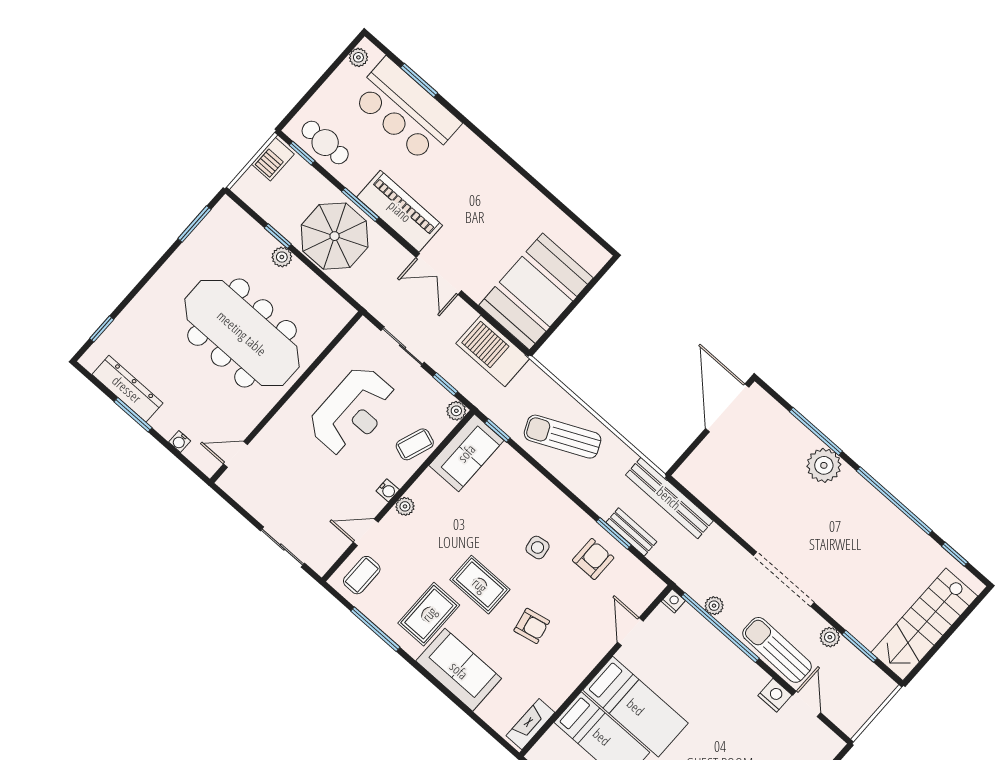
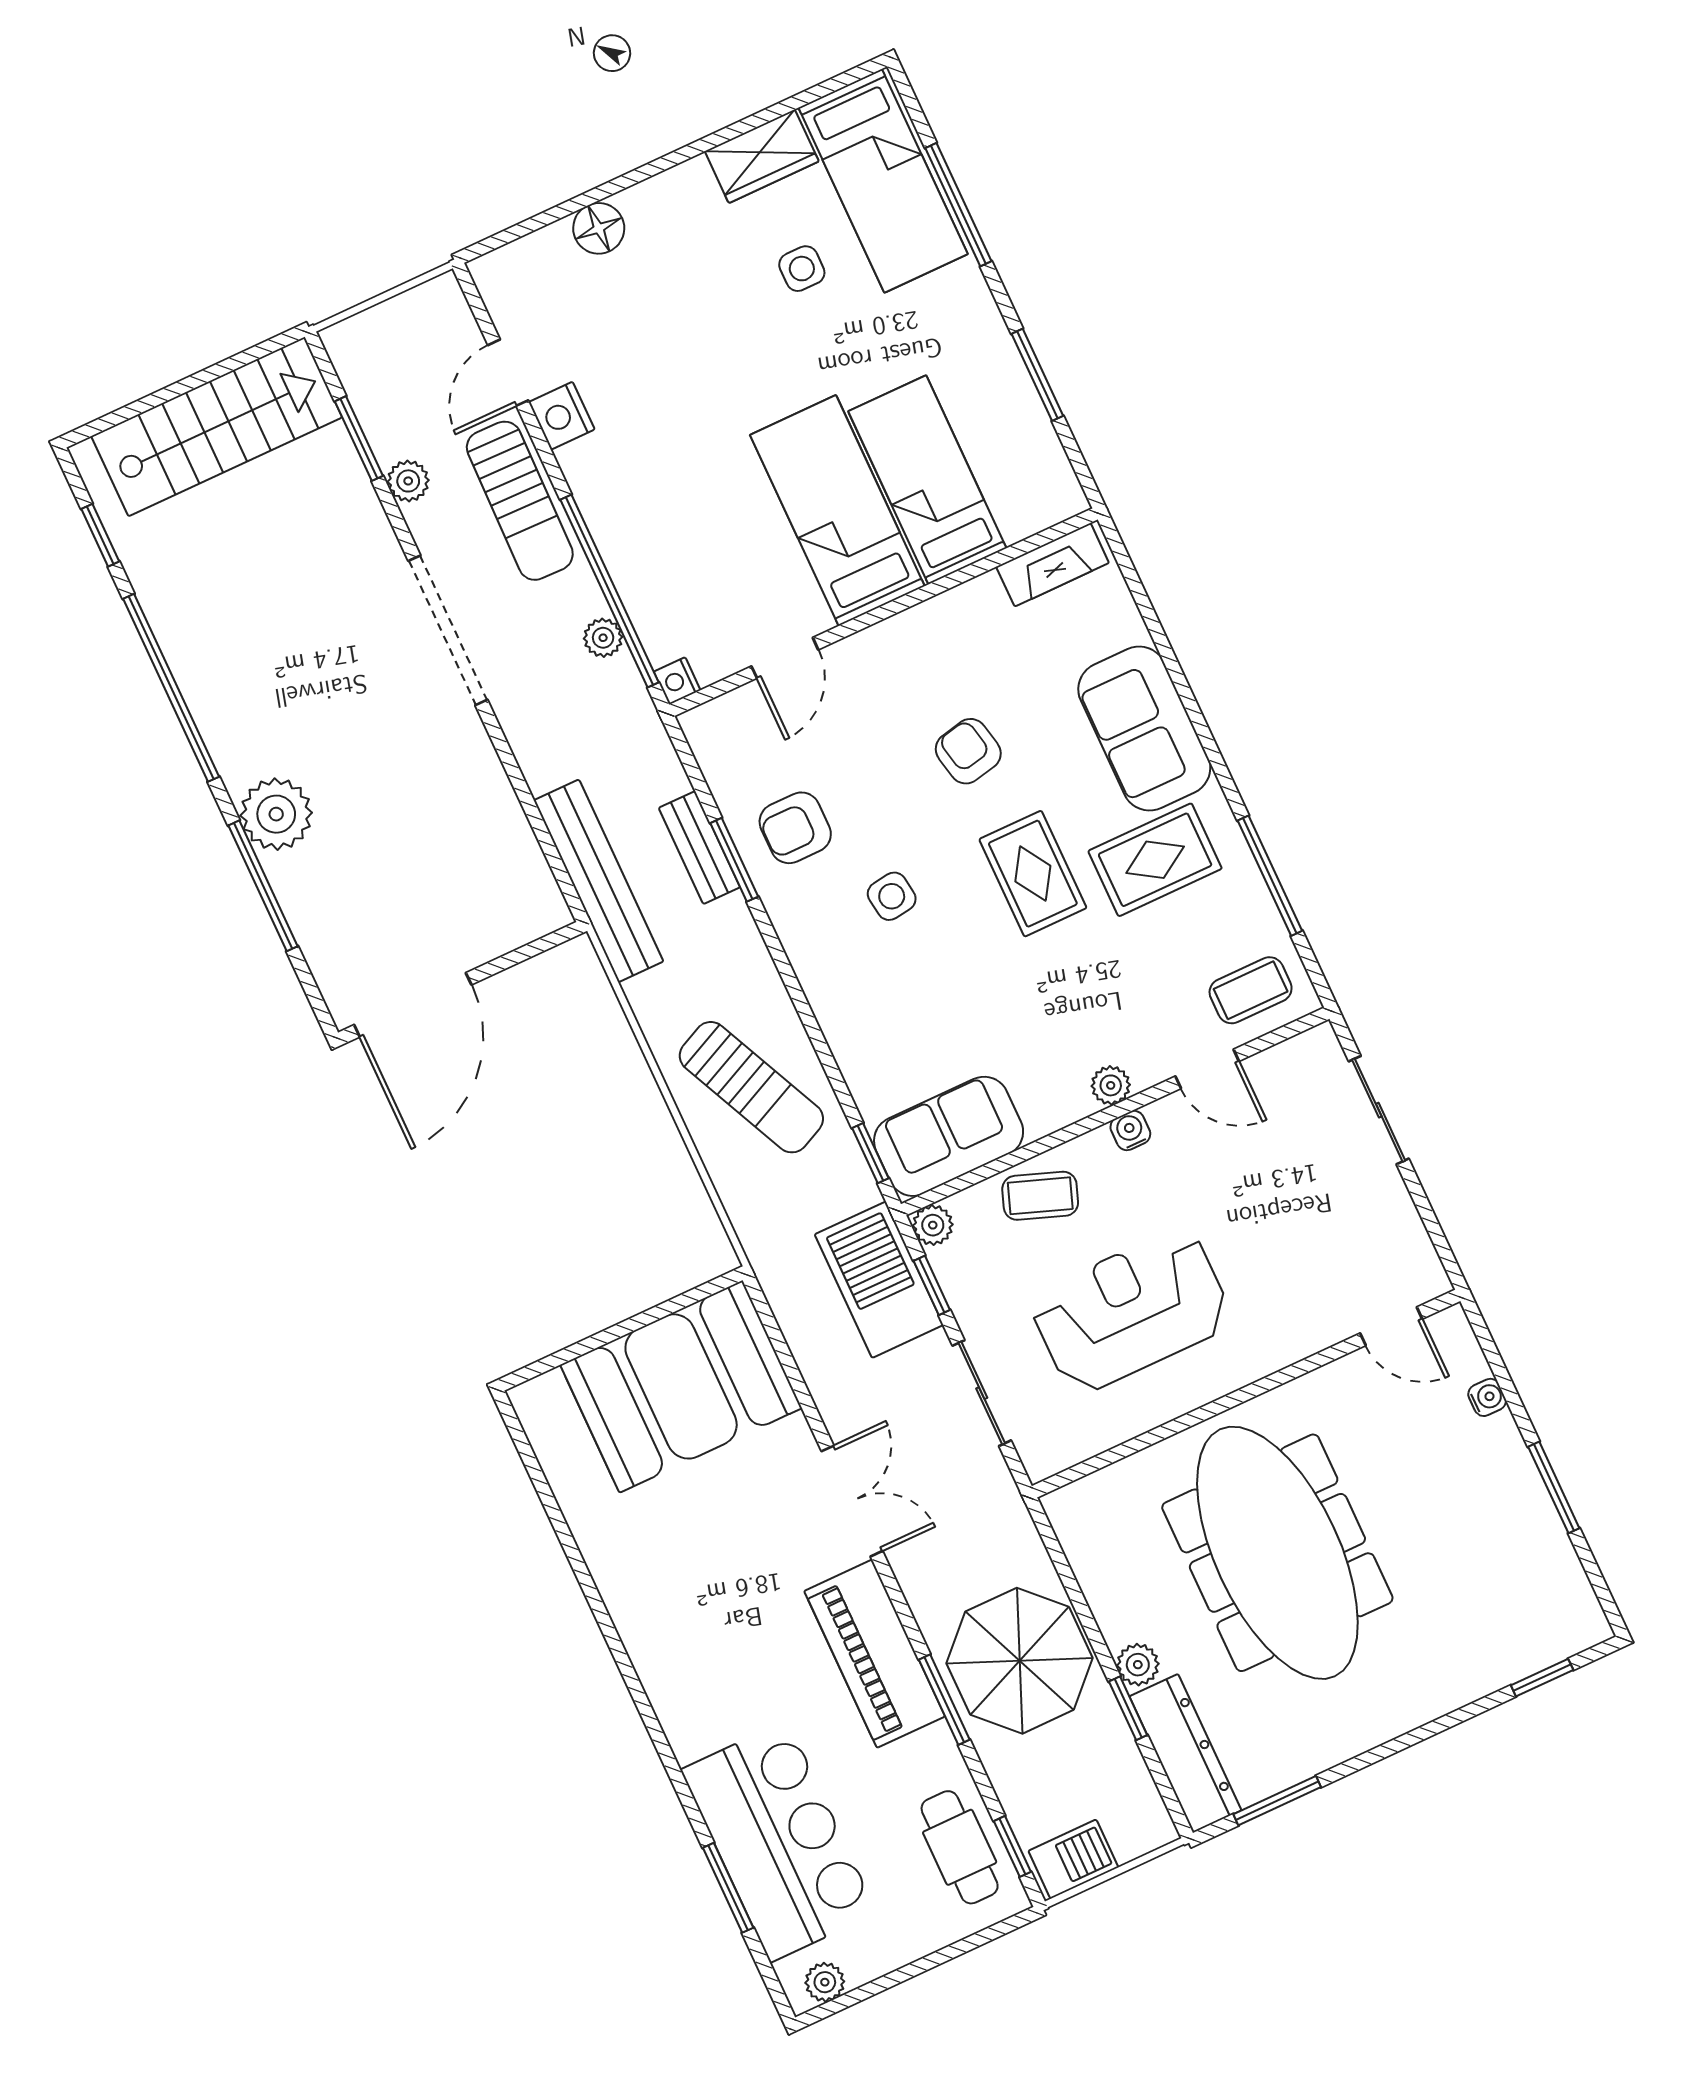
barbecue: (493, 351) -> (879, 1280), moved, turned 180
dresser: (127, 389) -> (1185, 1753), moved, turned 180

